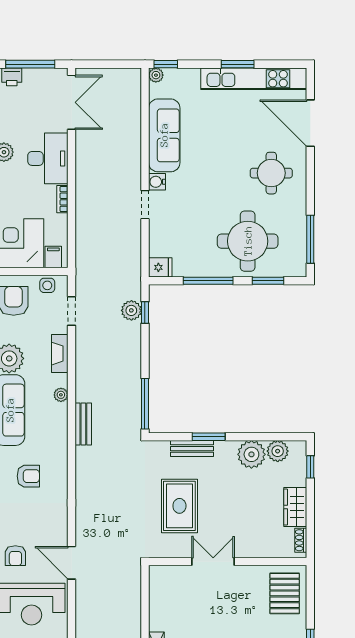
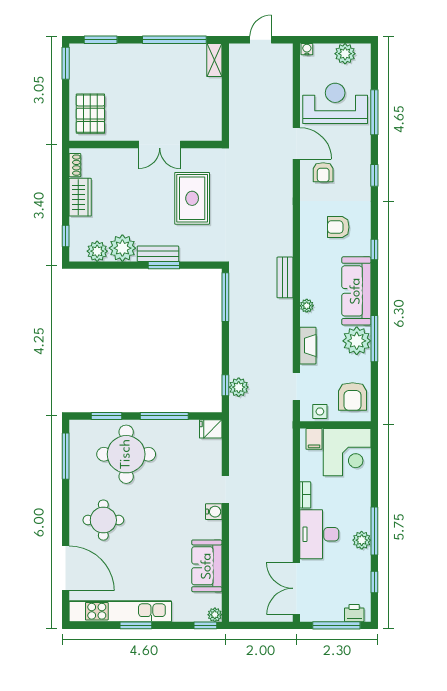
sofa: (164, 135) -> (207, 566), width x0.73
bench: (192, 449) -> (158, 254), moved
armchair: (15, 556) -> (323, 172), moved, turned 180

